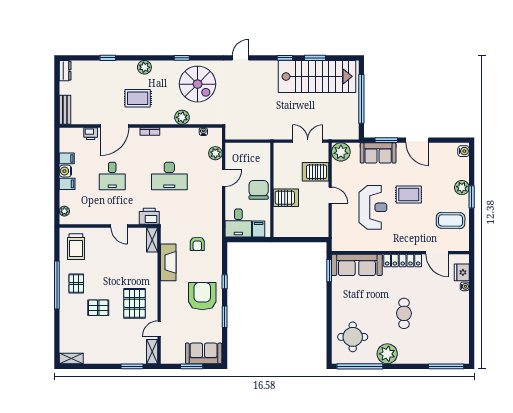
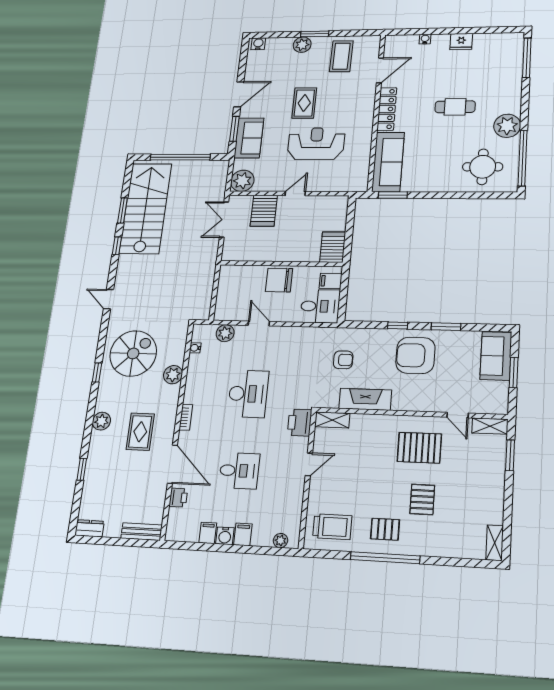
server rack: (286, 198) -> (333, 247), moved
fridge: (462, 272) -> (461, 42), moved

